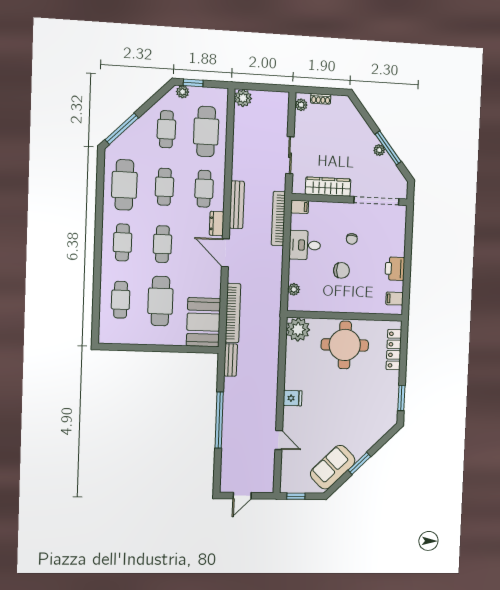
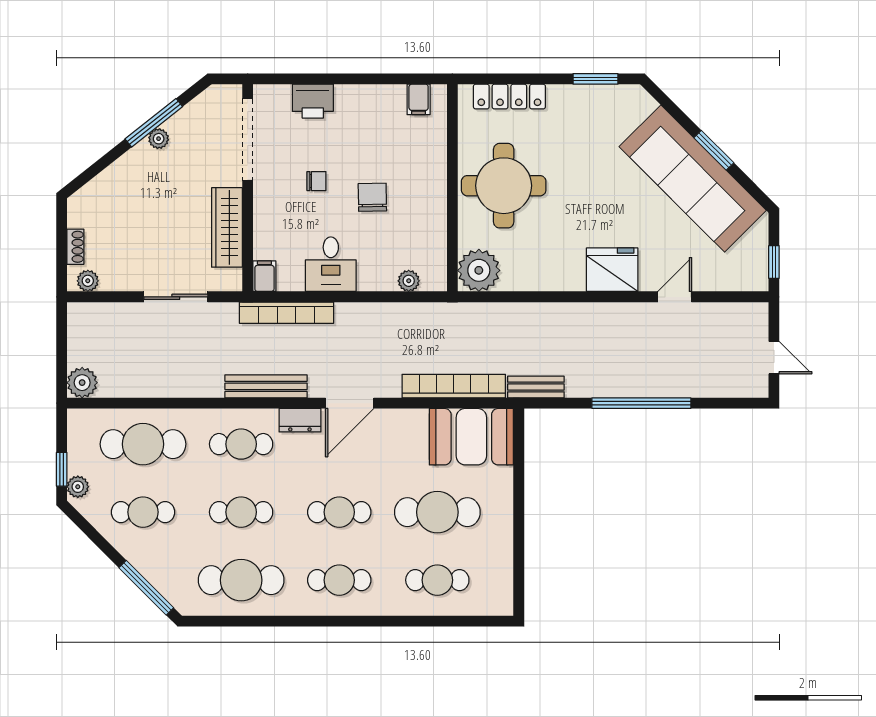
printer: (395, 269) -> (313, 101), moved
fridge: (293, 398) -> (612, 270), width x1.88, depth x1.34
sofa: (333, 467) -> (693, 179), width x1.85, depth x1.27

